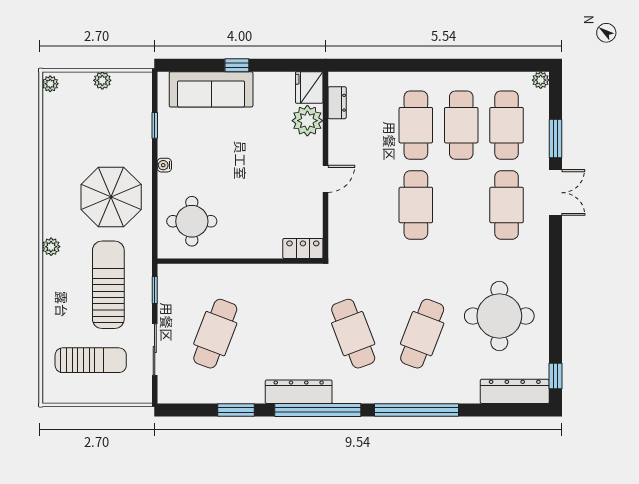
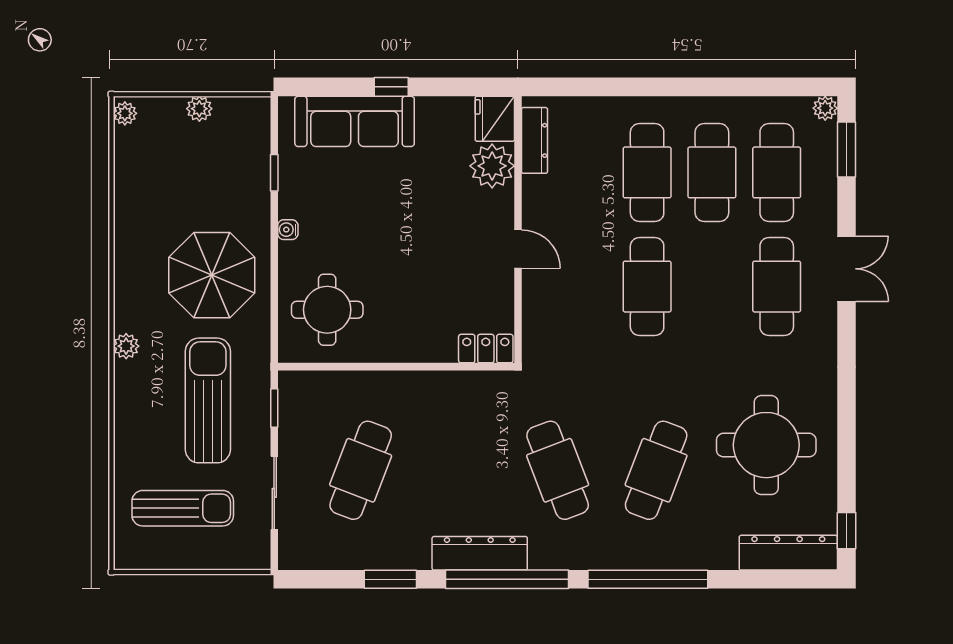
dresser: (337, 103) -> (535, 140), width x1.44
window: (555, 138) -> (846, 149), moved
door: (325, 179) -> (518, 249), hinge flipped

